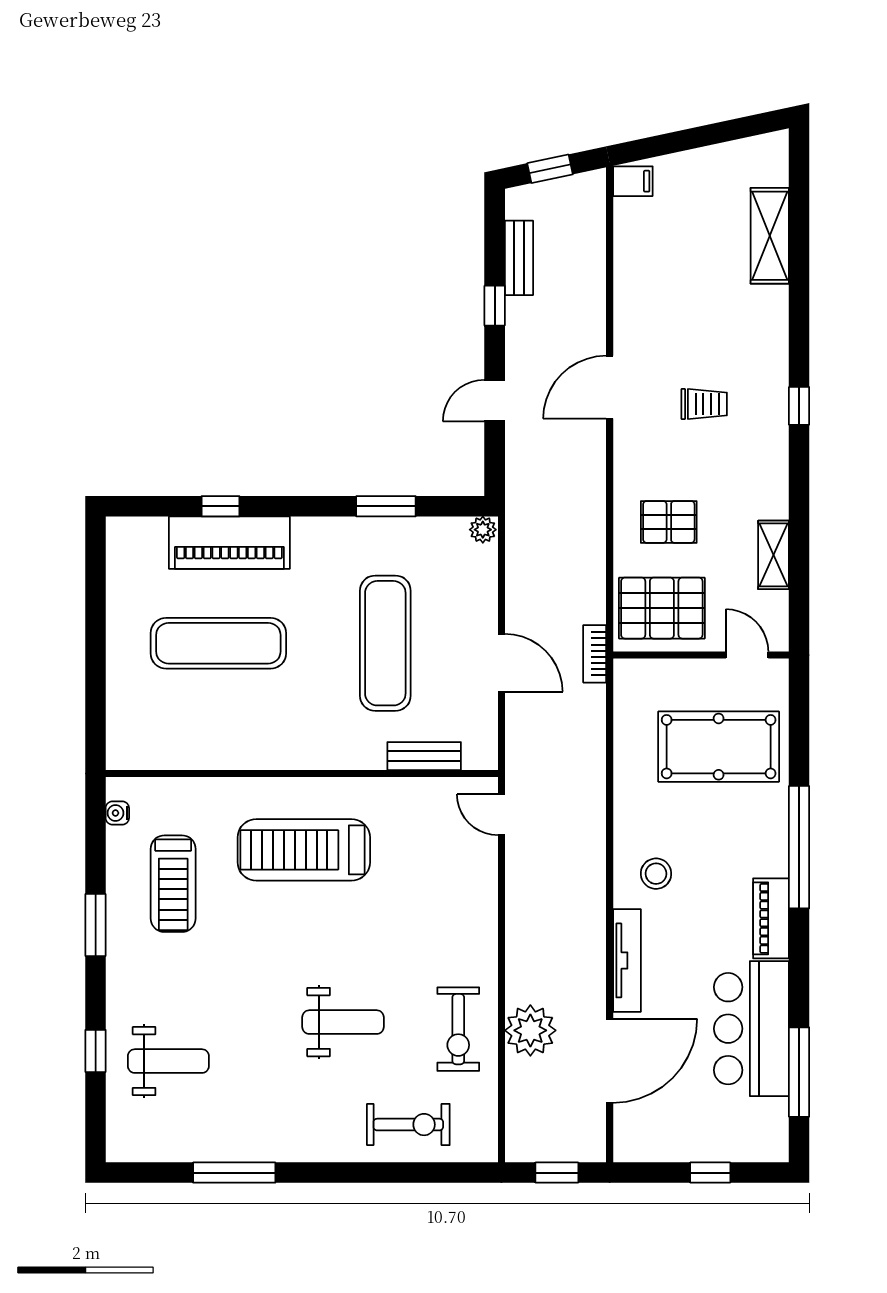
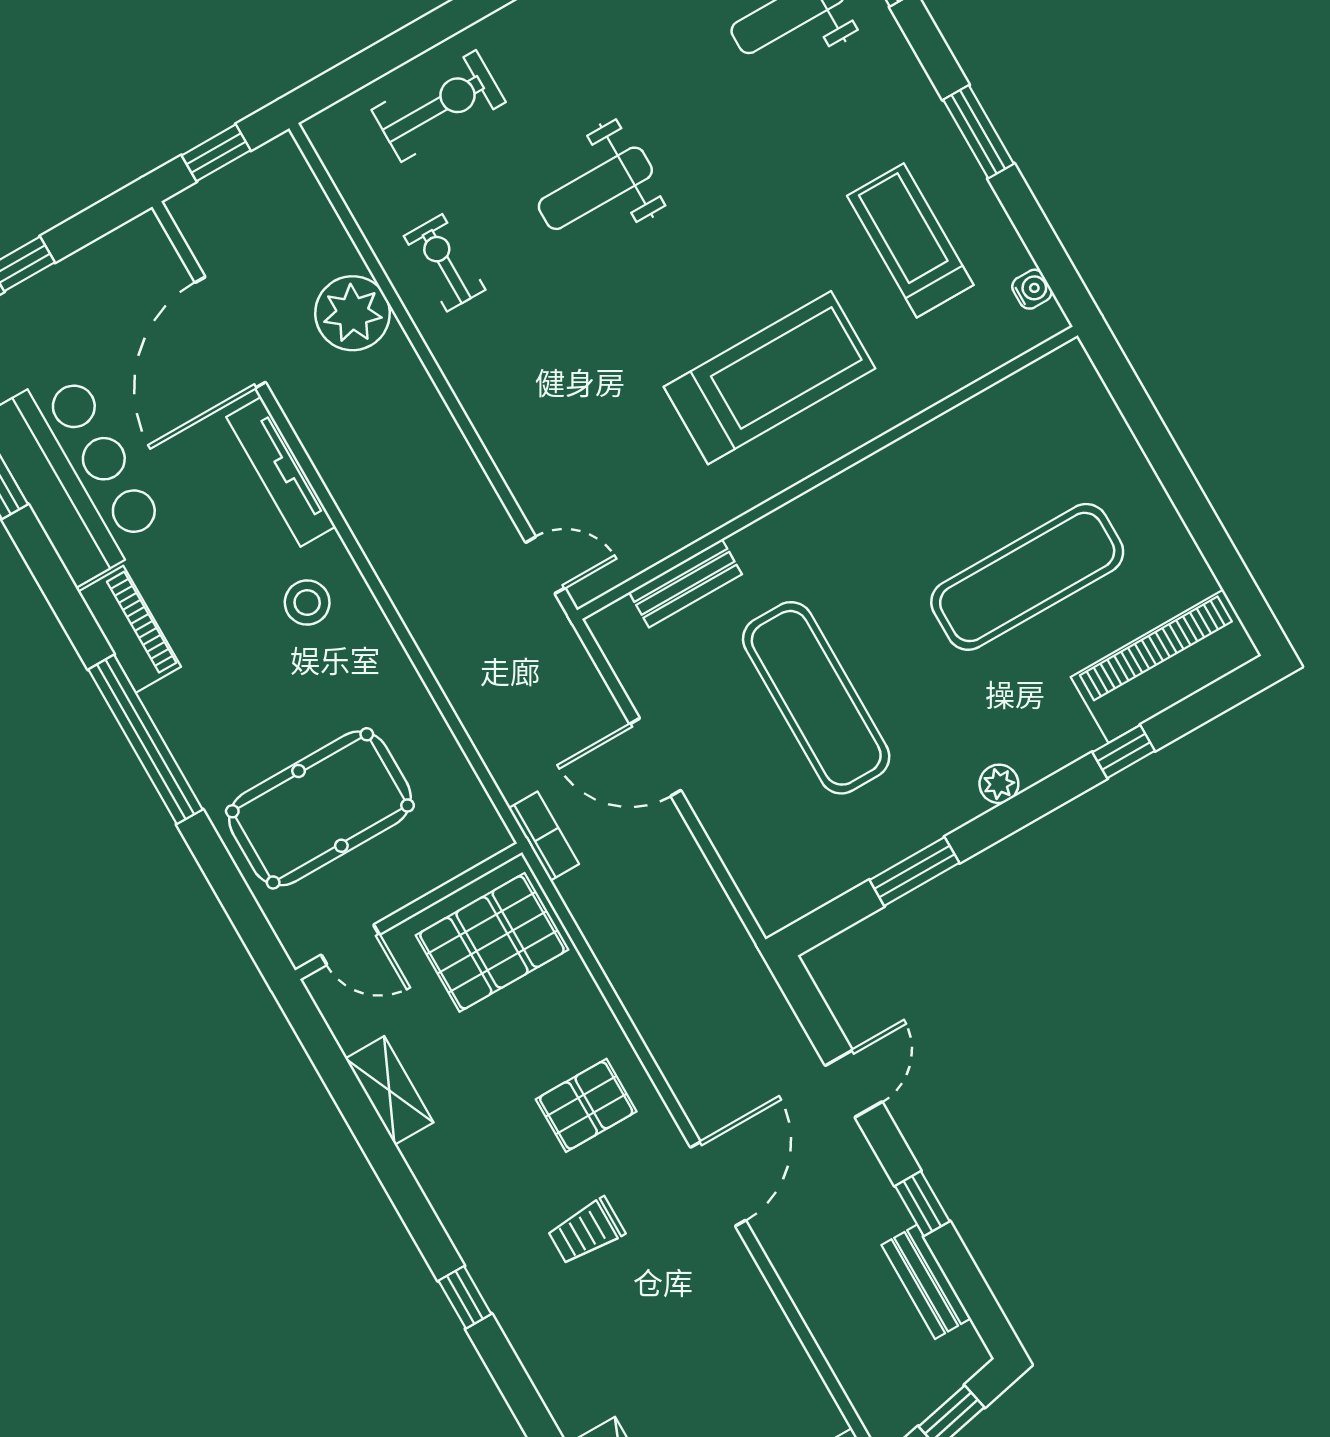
pallet: (669, 522) -> (586, 1105), moved
plant: (483, 530) -> (999, 784), moved
piano: (229, 543) -> (1166, 666), moved
exercise bike: (458, 1029) -> (445, 263), width x0.73, depth x0.72
exercise bike: (408, 1125) -> (439, 106), turned 180

